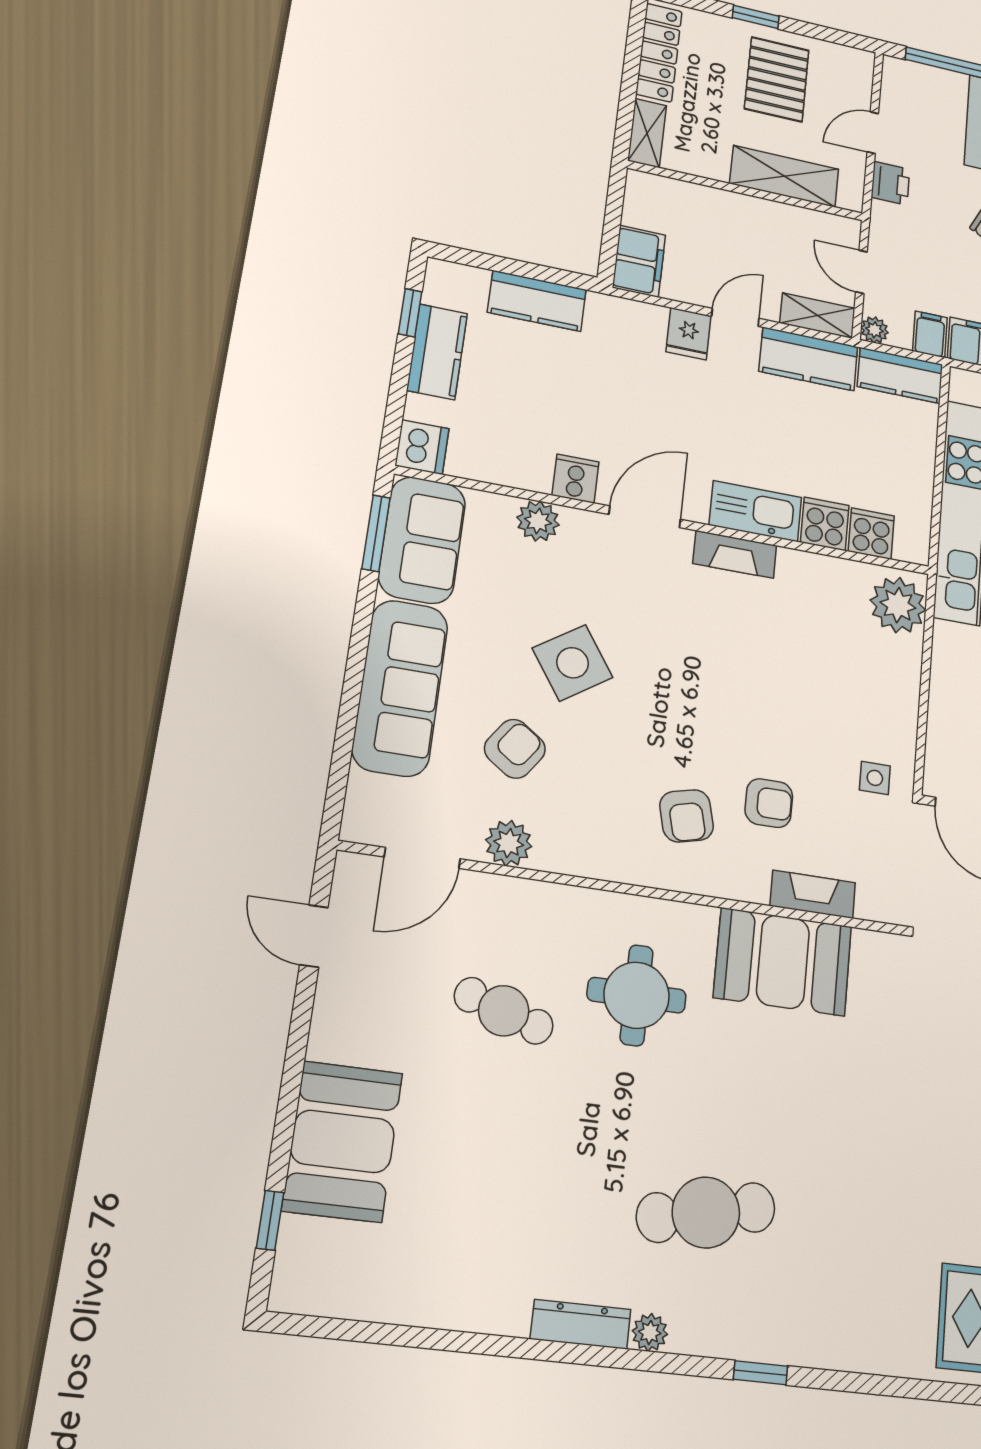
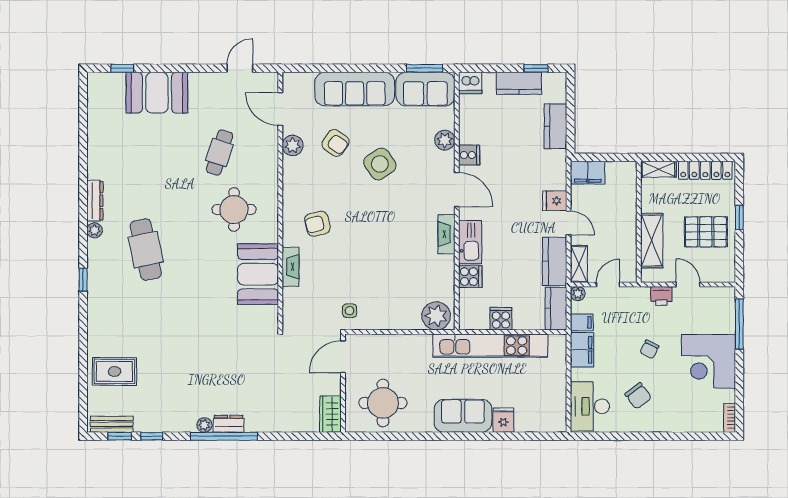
cooker: (871, 534) -> (501, 319), moved, turned -90
armchair: (769, 803) -> (329, 261), removed
fireplace: (813, 894) -> (291, 267), moved

